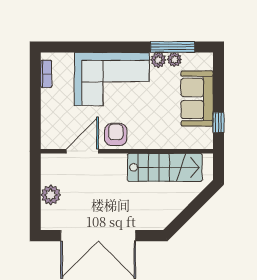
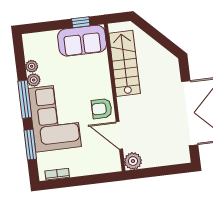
window: (84, 47) -> (30, 145), added
window: (173, 47) -> (25, 99), moved
sofa: (197, 98) -> (82, 41), moved
plant: (51, 195) -> (133, 161), moved

